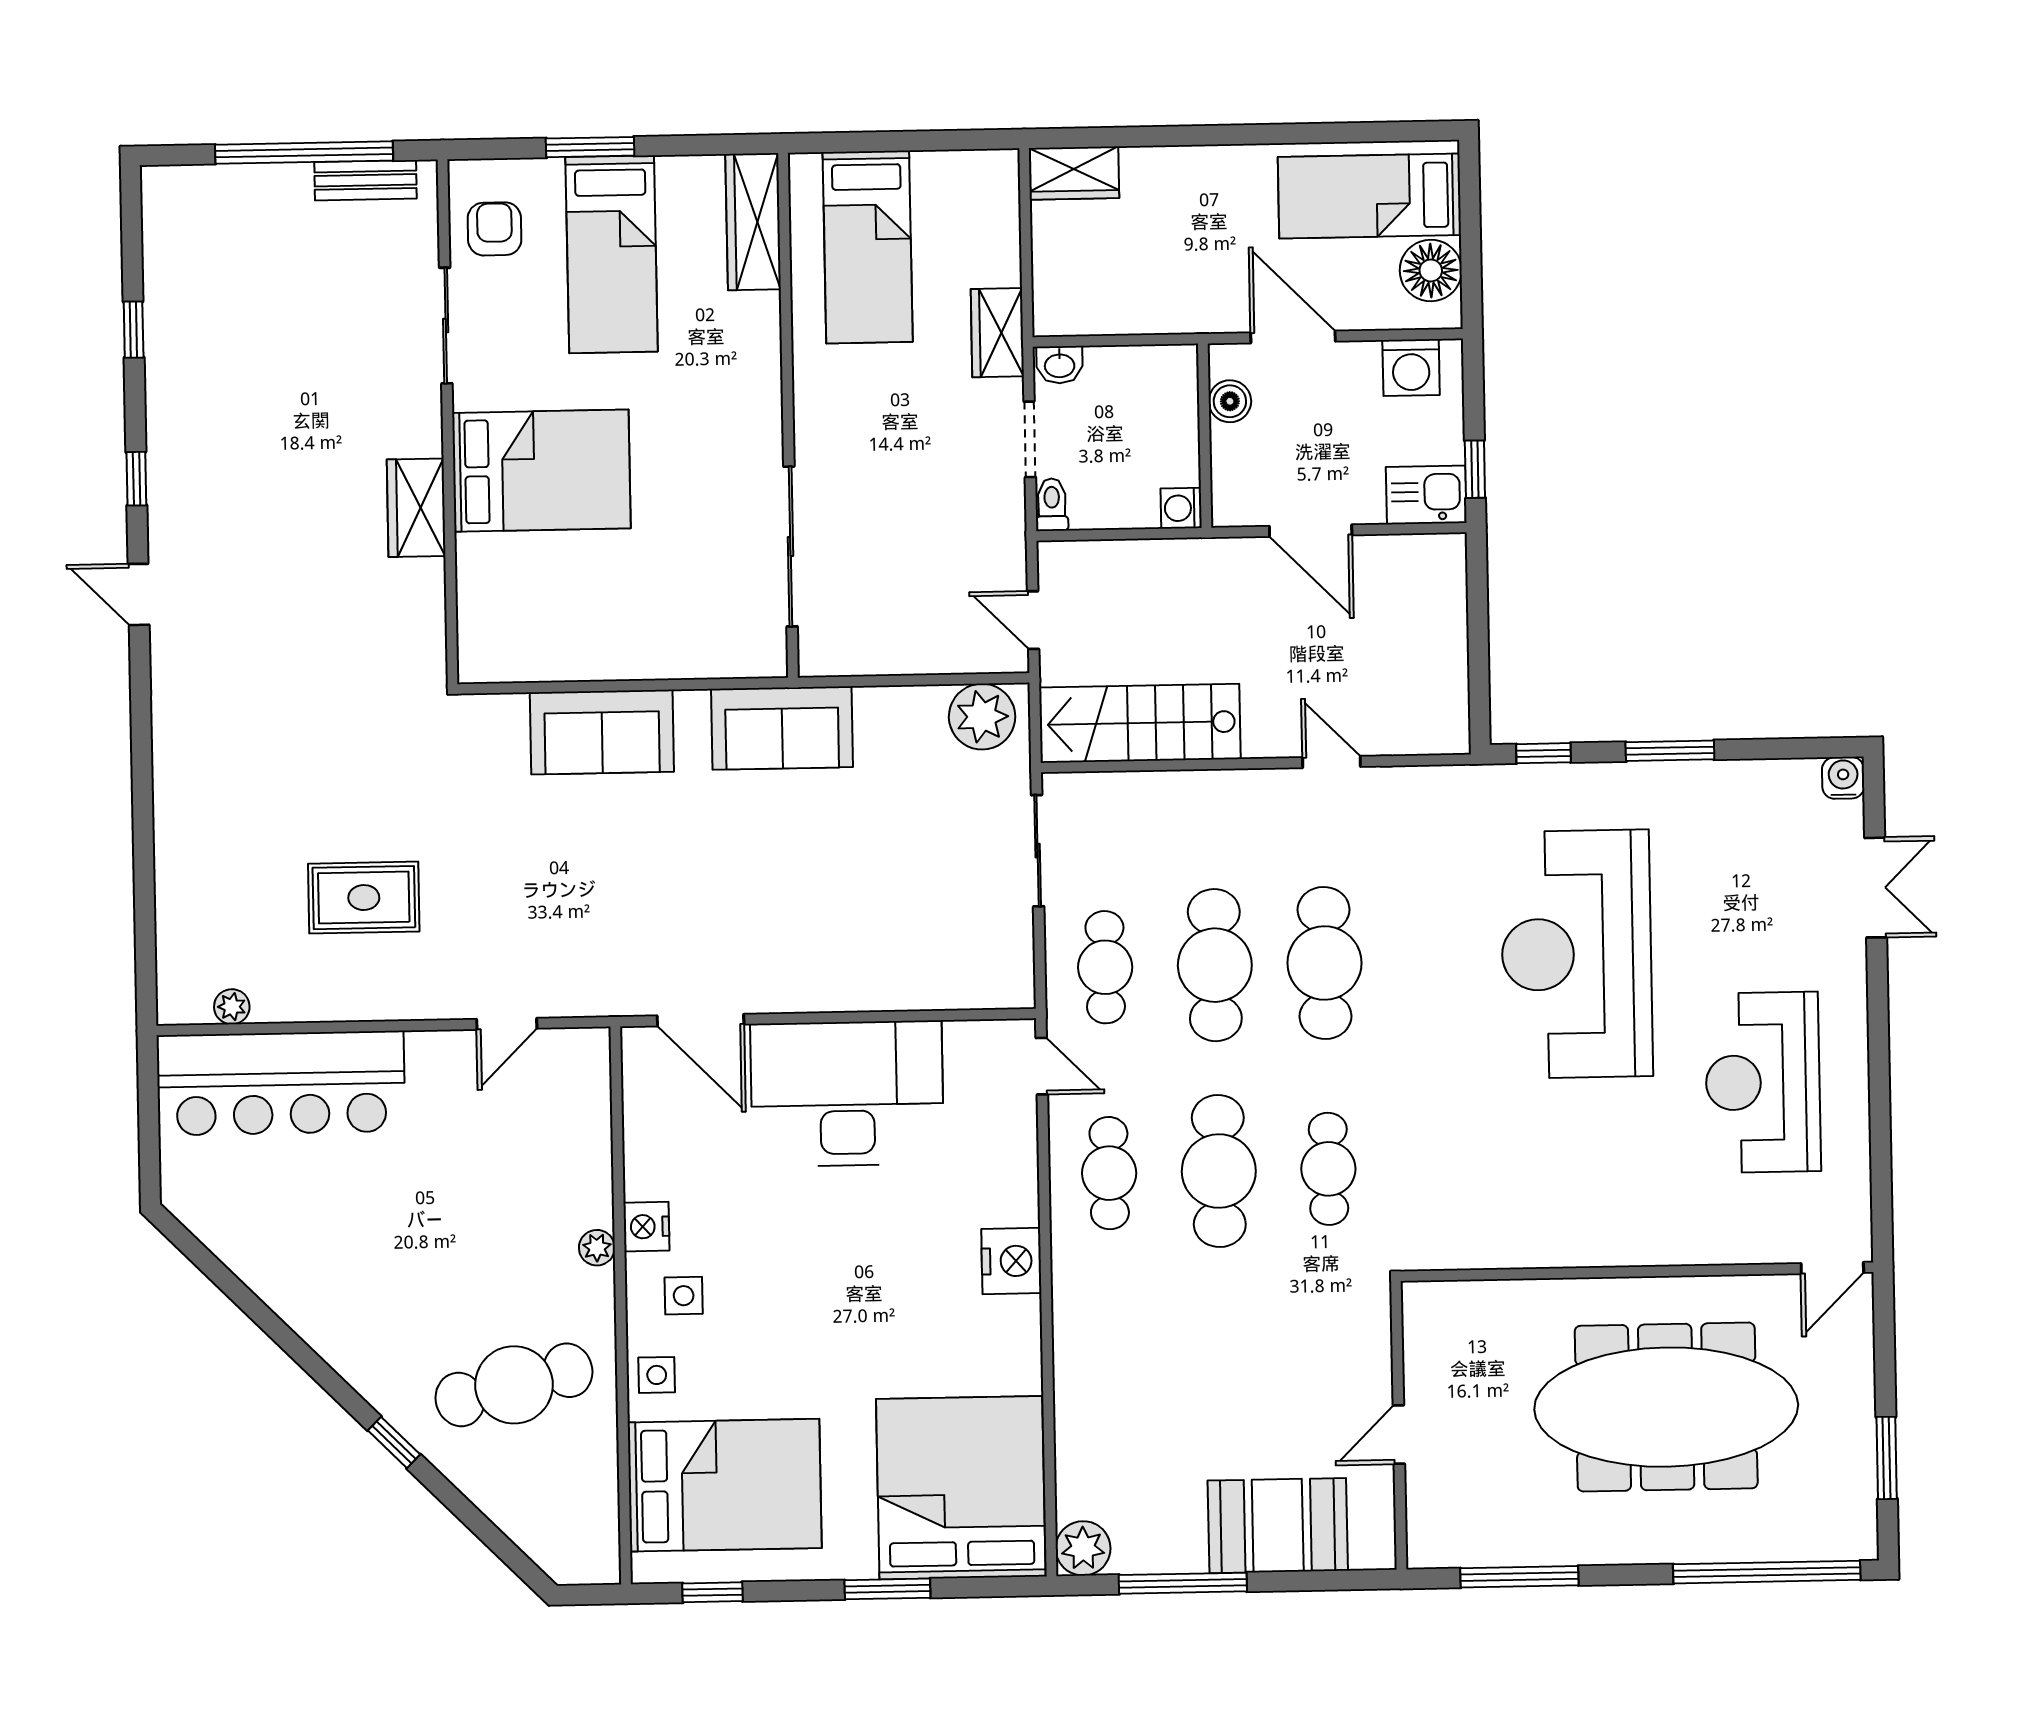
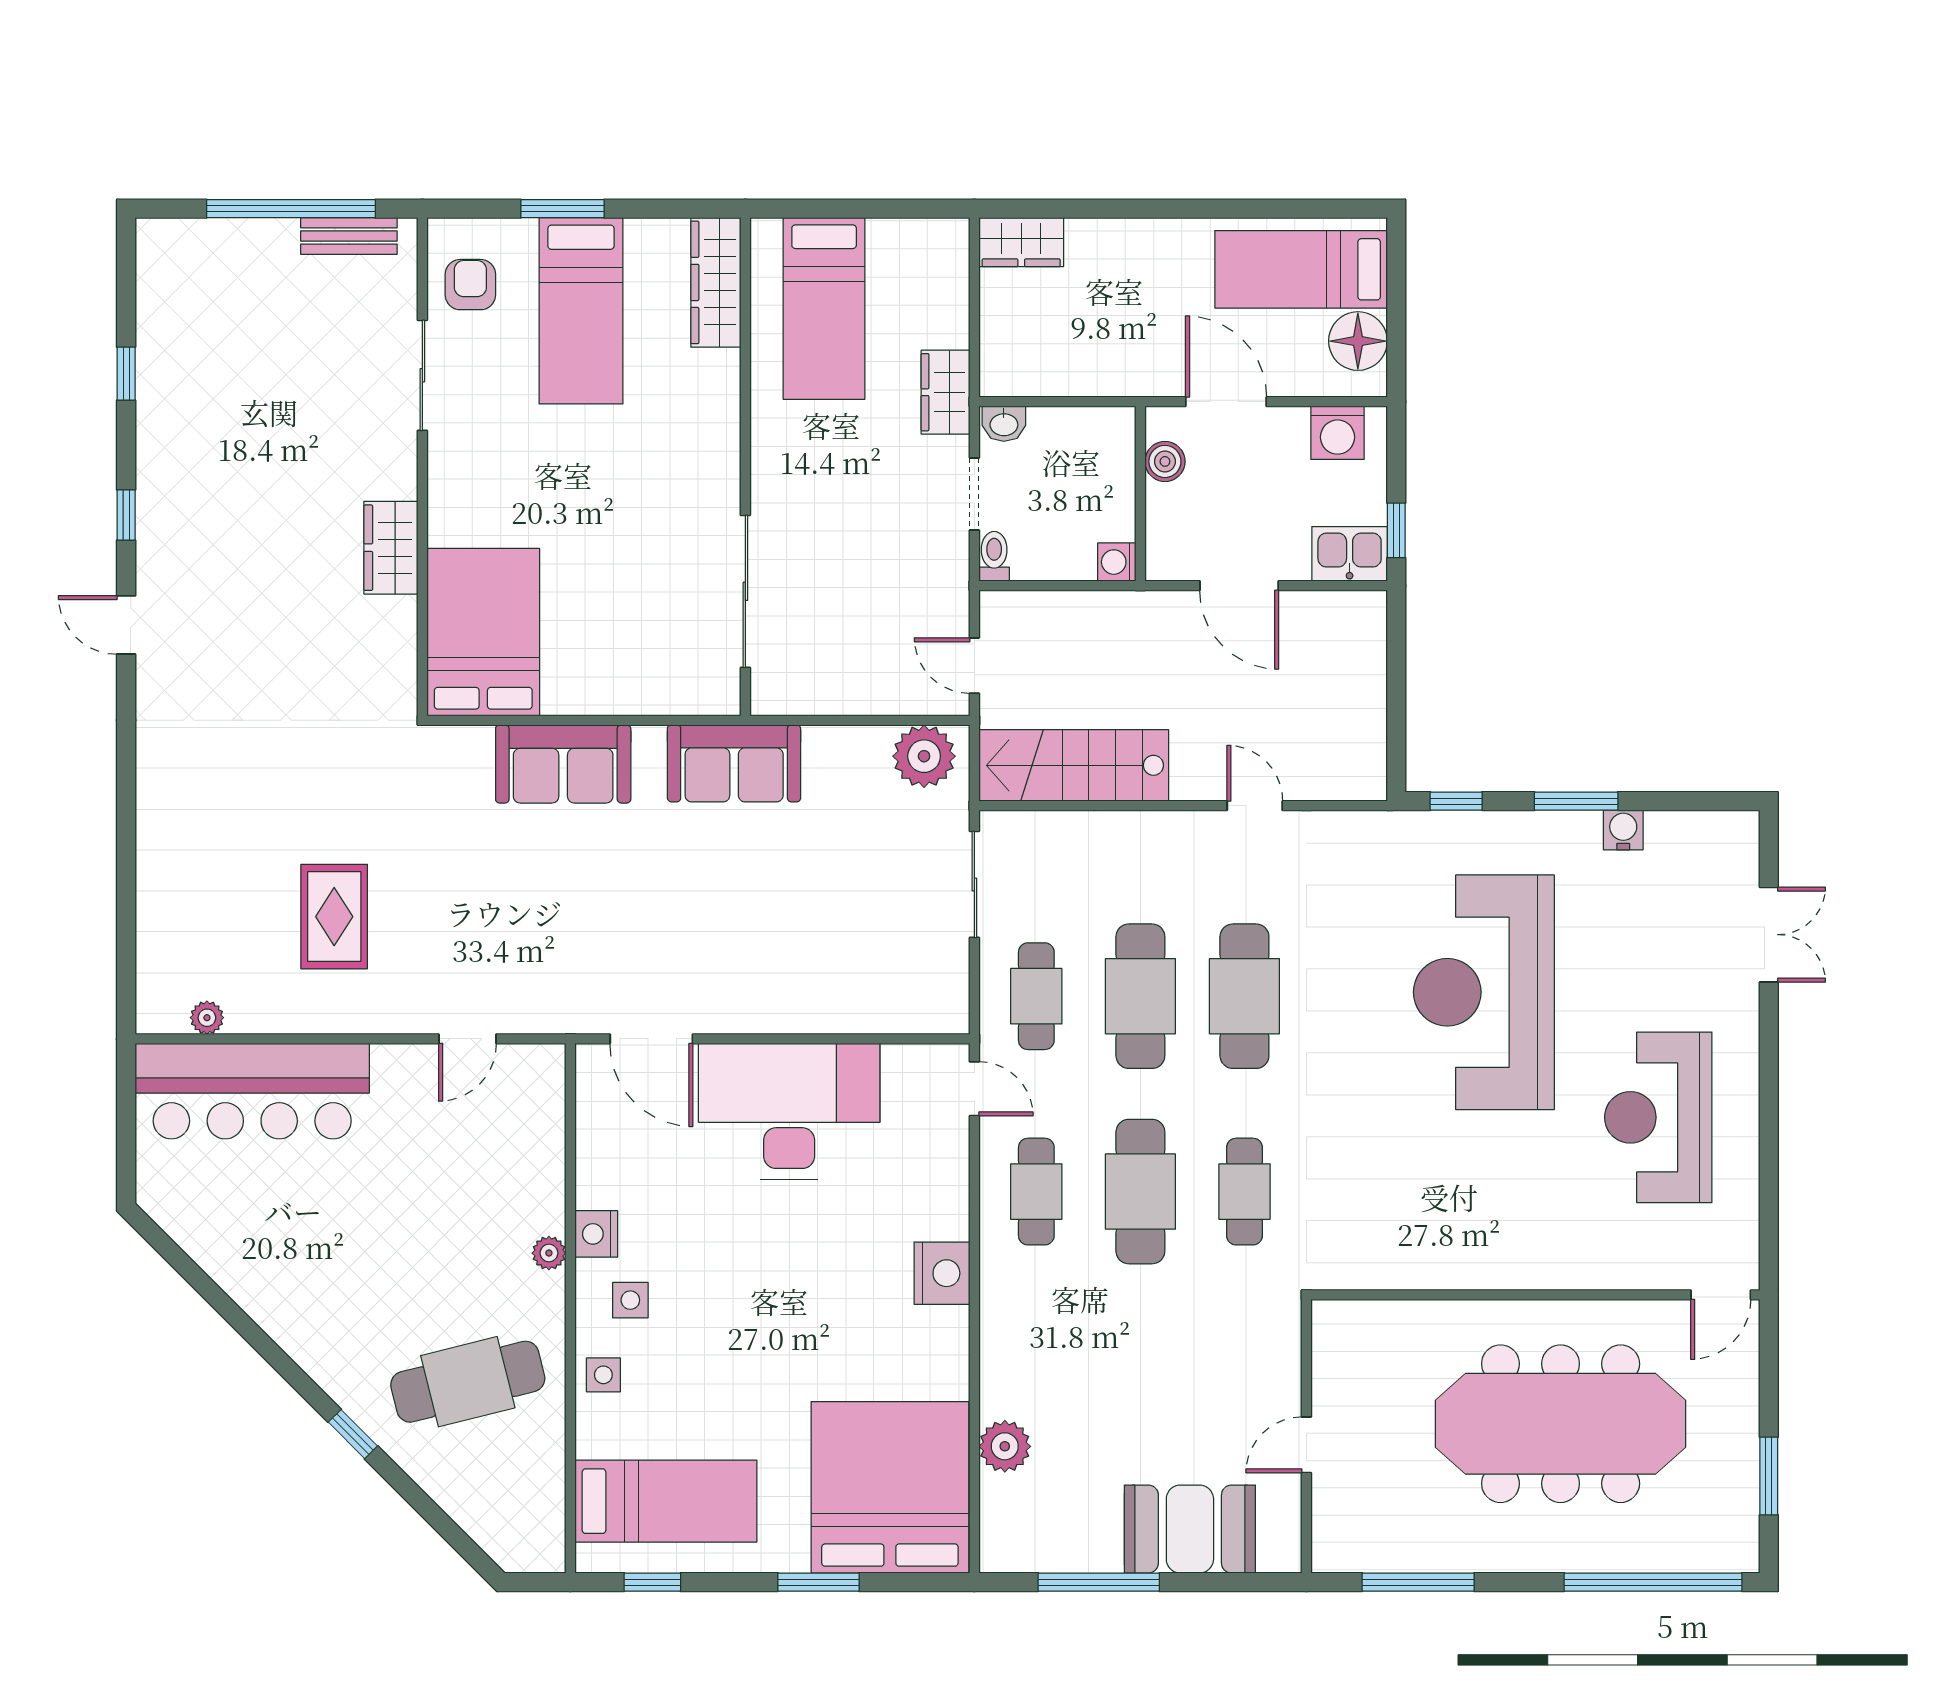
bed: (541, 471) -> (483, 632), moved, turned -90
water cooler: (1843, 778) -> (1623, 830), moved
rug: (364, 898) -> (334, 917), turned 90
bed: (725, 1485) -> (666, 1501), width x0.67
plant: (1083, 1548) -> (1005, 1446), moved

